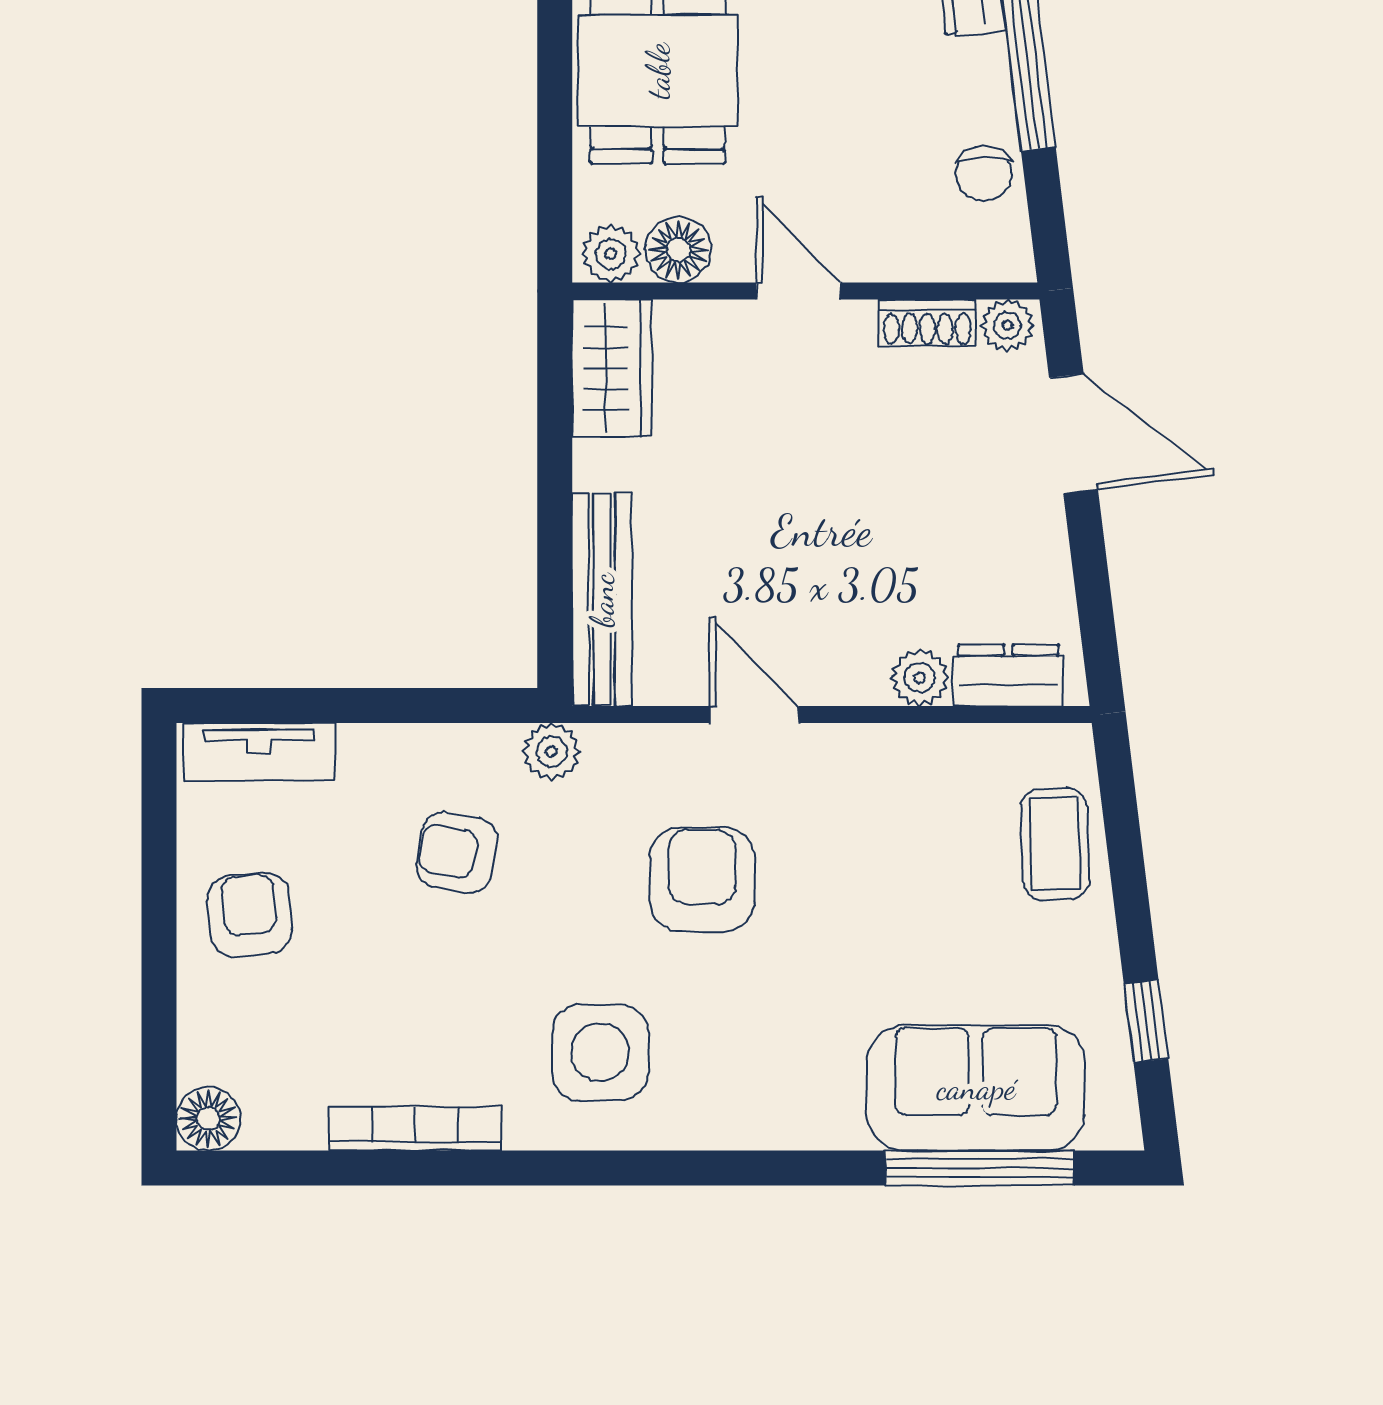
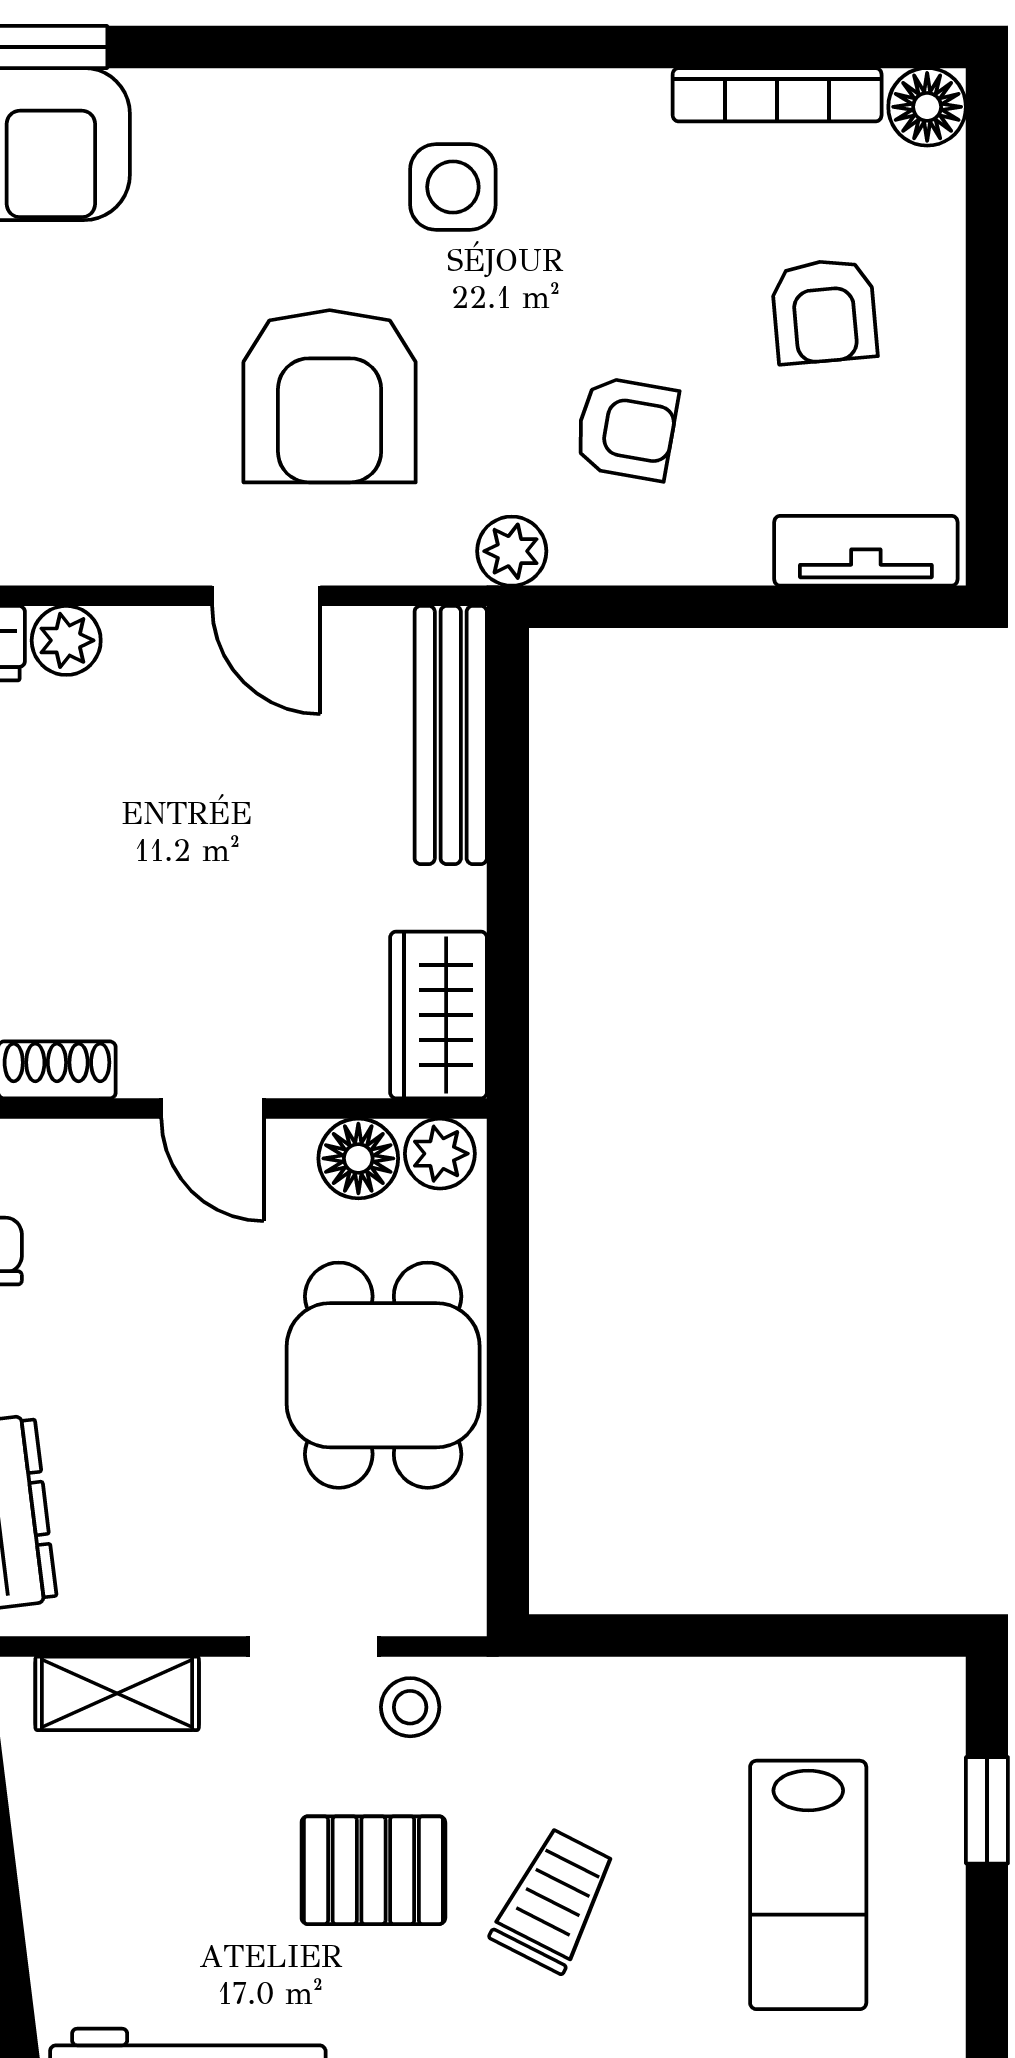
armchair: (702, 879) -> (330, 396), width x1.36, depth x1.36
armchair: (250, 915) -> (824, 311), moved
side table: (600, 1052) -> (453, 187), width x0.73, depth x0.73
bookcase: (415, 1129) -> (777, 95), moved

